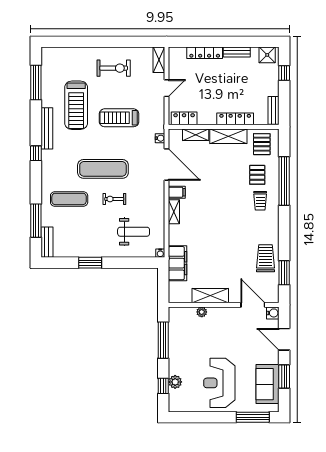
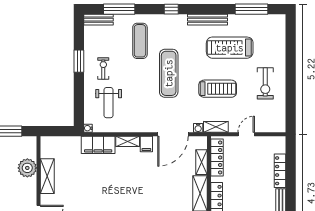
shelving: (159, 60) -> (216, 127), moved
door: (167, 88) -> (246, 134), swing flipped
treadmill: (119, 118) -> (218, 89), turned 90
locker: (184, 118) -> (217, 157), width x1.53
window: (36, 153) -> (171, 9), moved
exercise bike: (114, 199) -> (103, 68), moved
filing cabinet: (178, 263) -> (98, 145), moved
plant: (202, 312) -> (27, 168), width x1.87, depth x1.87

